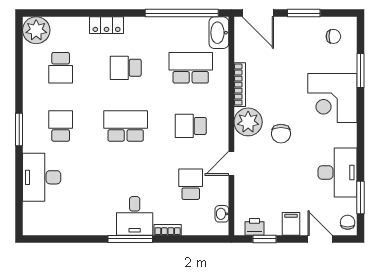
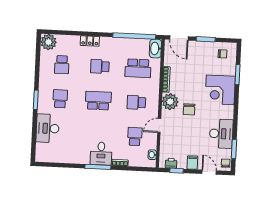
school desk: (191, 68) -> (138, 68), turned 180

